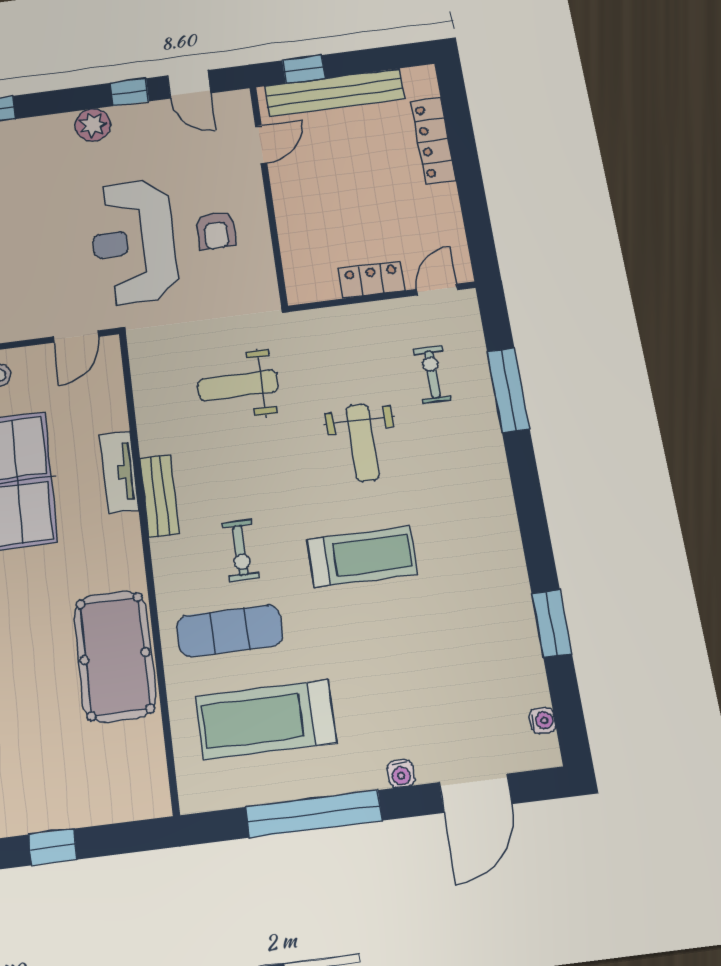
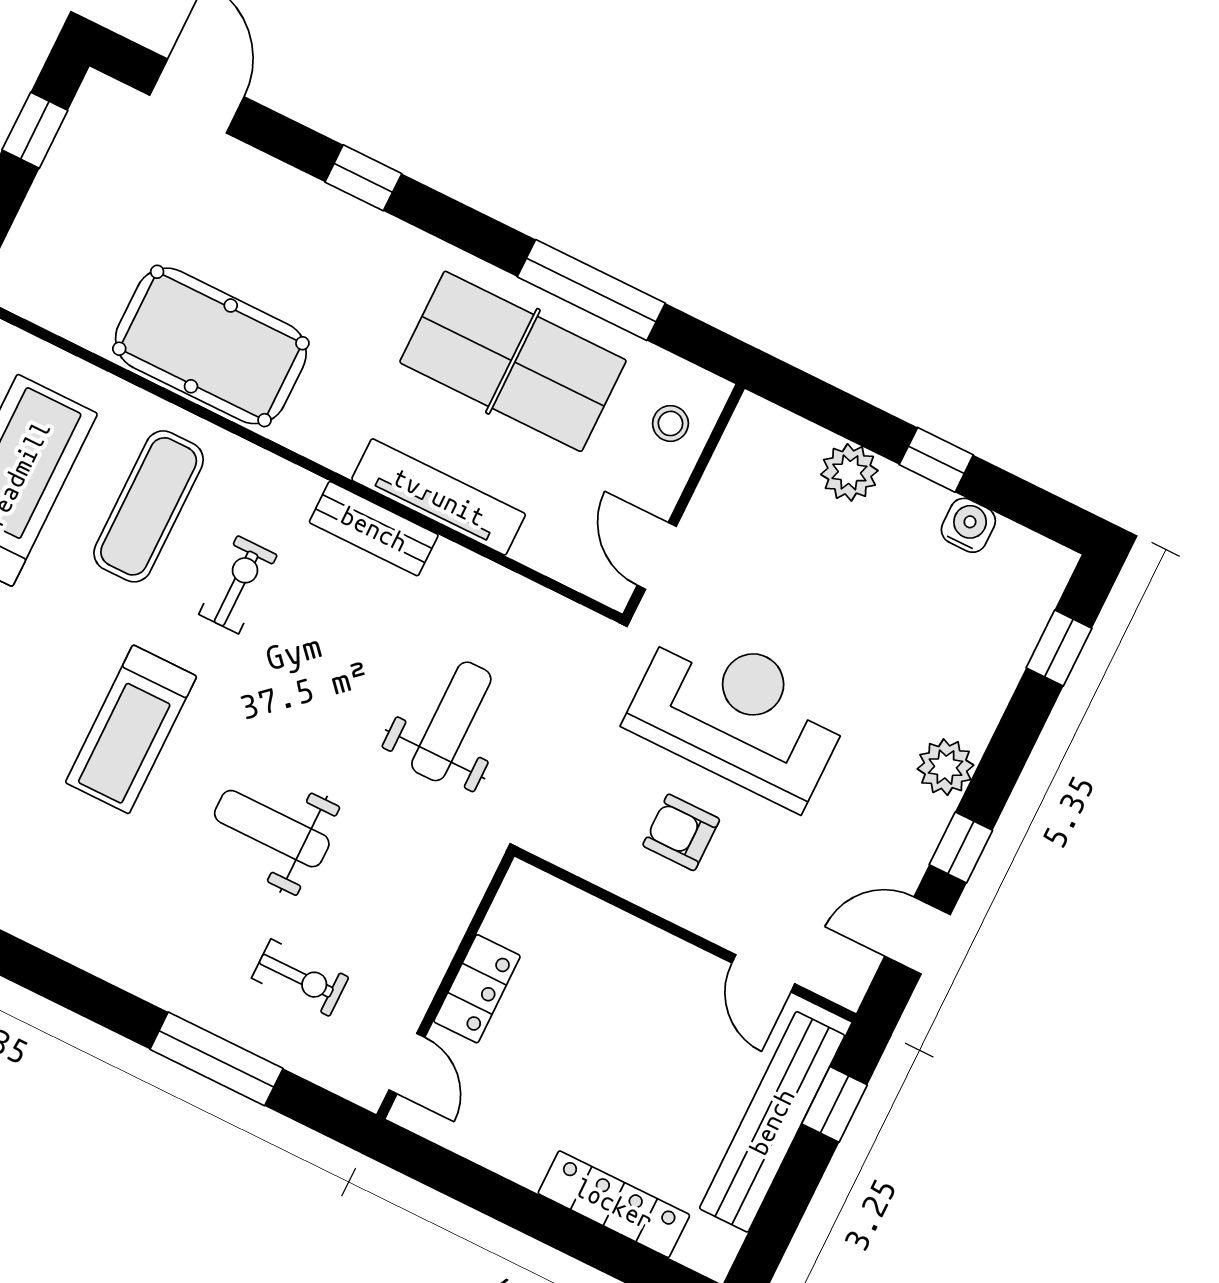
tv unit: (119, 472) -> (439, 497), width x1.41
exercise bike: (240, 551) -> (238, 585), turned 90

